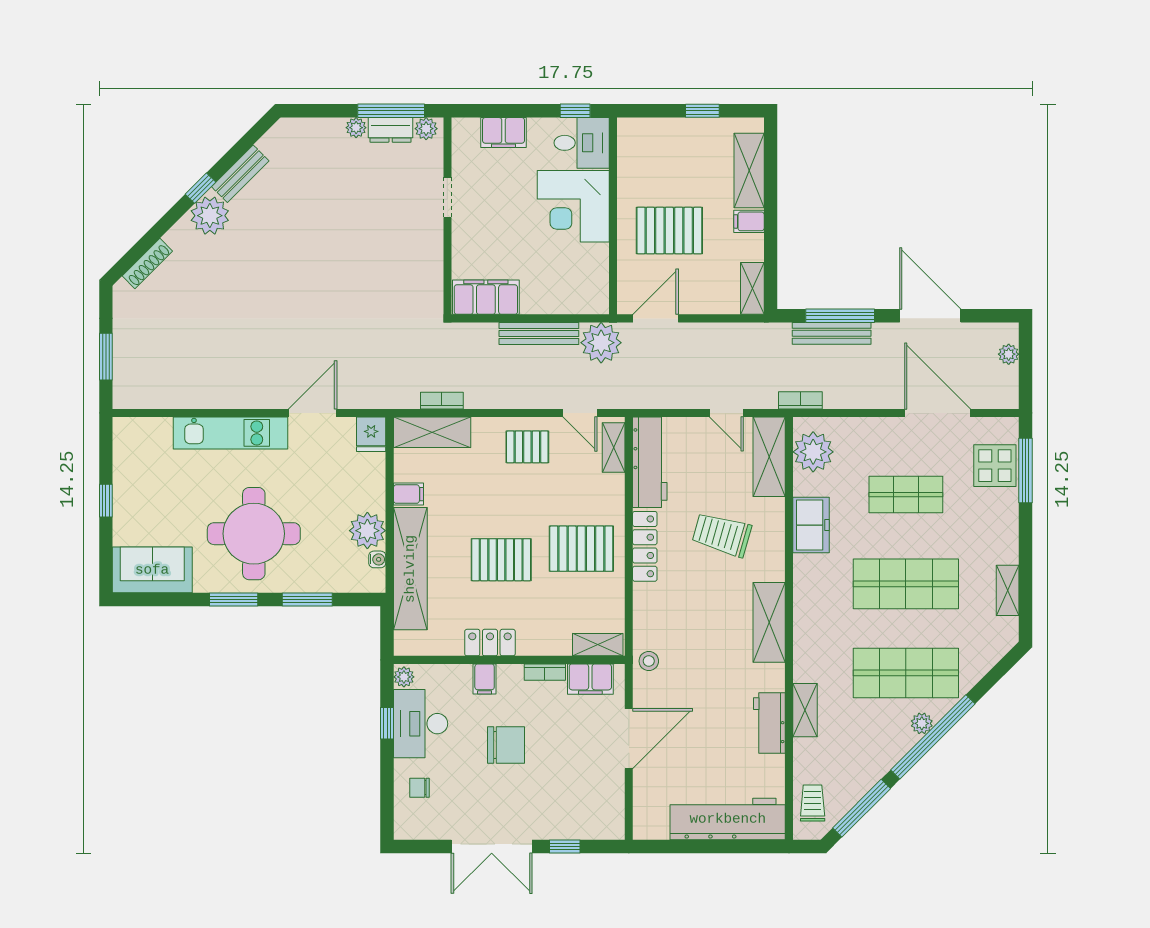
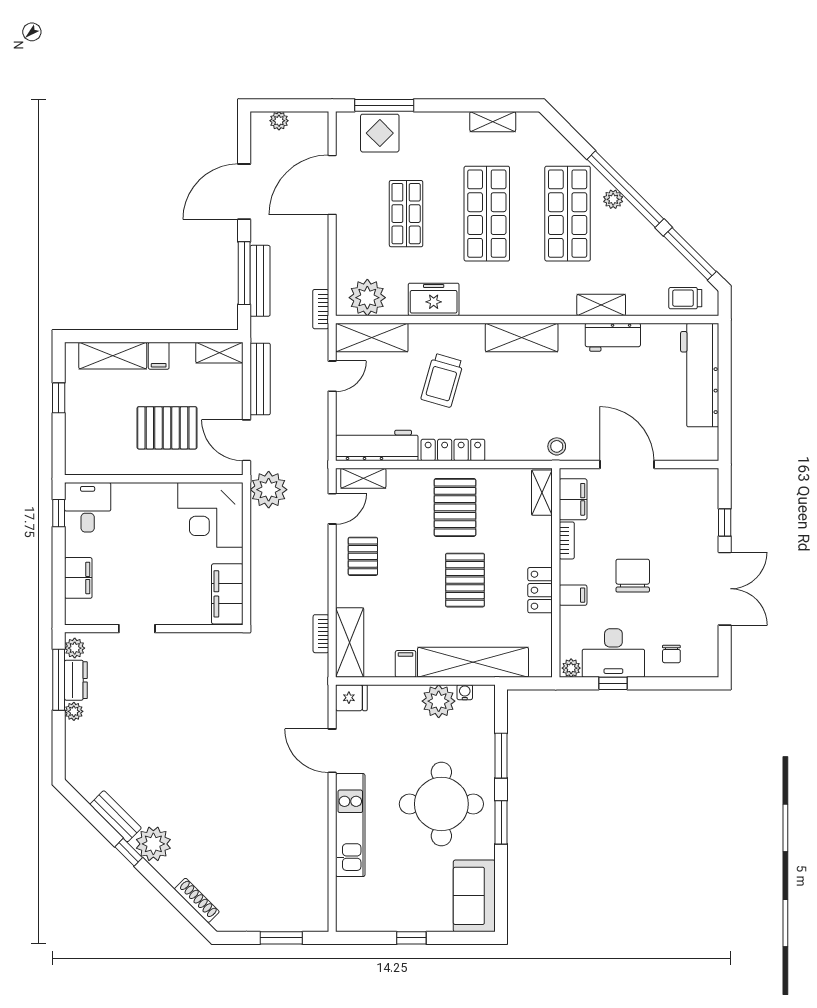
corner desk: (573, 206) -> (210, 515), moved, turned 90
pallet: (669, 231) -> (167, 428), turned 90
bench: (539, 333) -> (260, 379), moved

